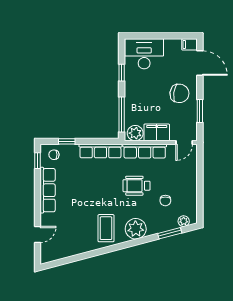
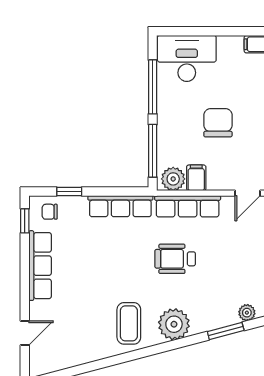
window: (122, 73) -> (153, 87), width x2.17
chair: (179, 93) -> (218, 123), moved, turned -98
filing cabinet: (157, 132) -> (196, 178), width x0.50
chair: (165, 201) -> (219, 281), removed

